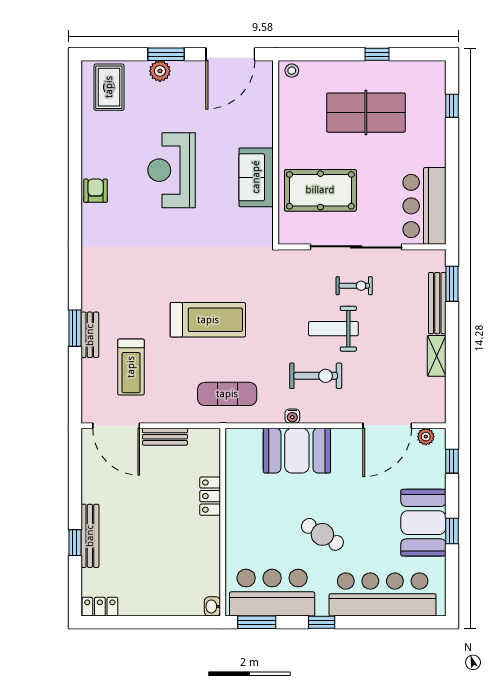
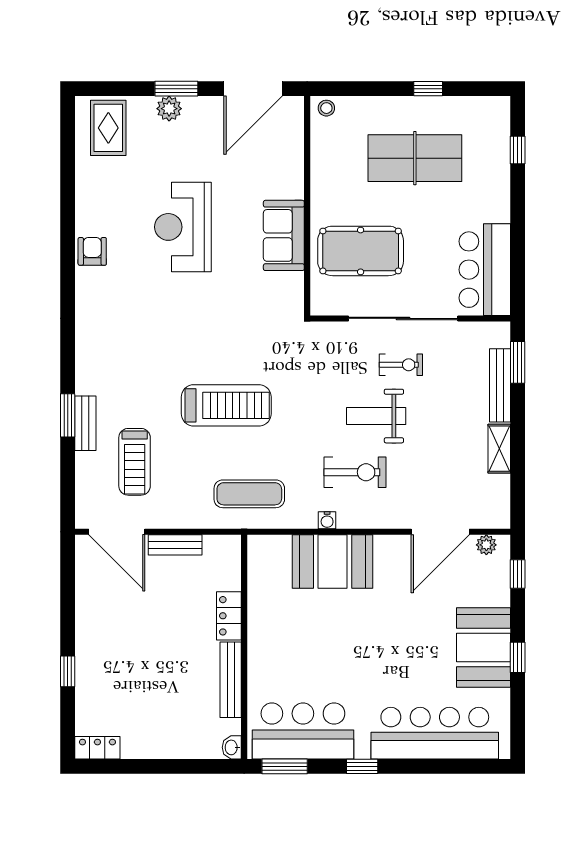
cafe table: (322, 534) -> (363, 661), removed
bench: (90, 536) -> (231, 680), moved

